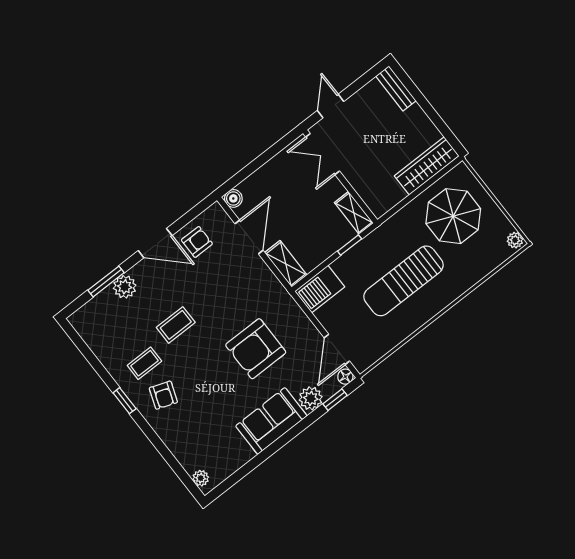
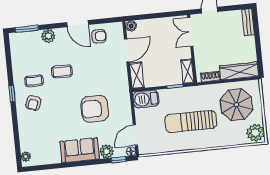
shoe rack: (391, 200) -> (210, 77), added
plant: (515, 240) -> (255, 133), width x1.88, depth x1.88
window: (106, 281) -> (27, 29), moved

